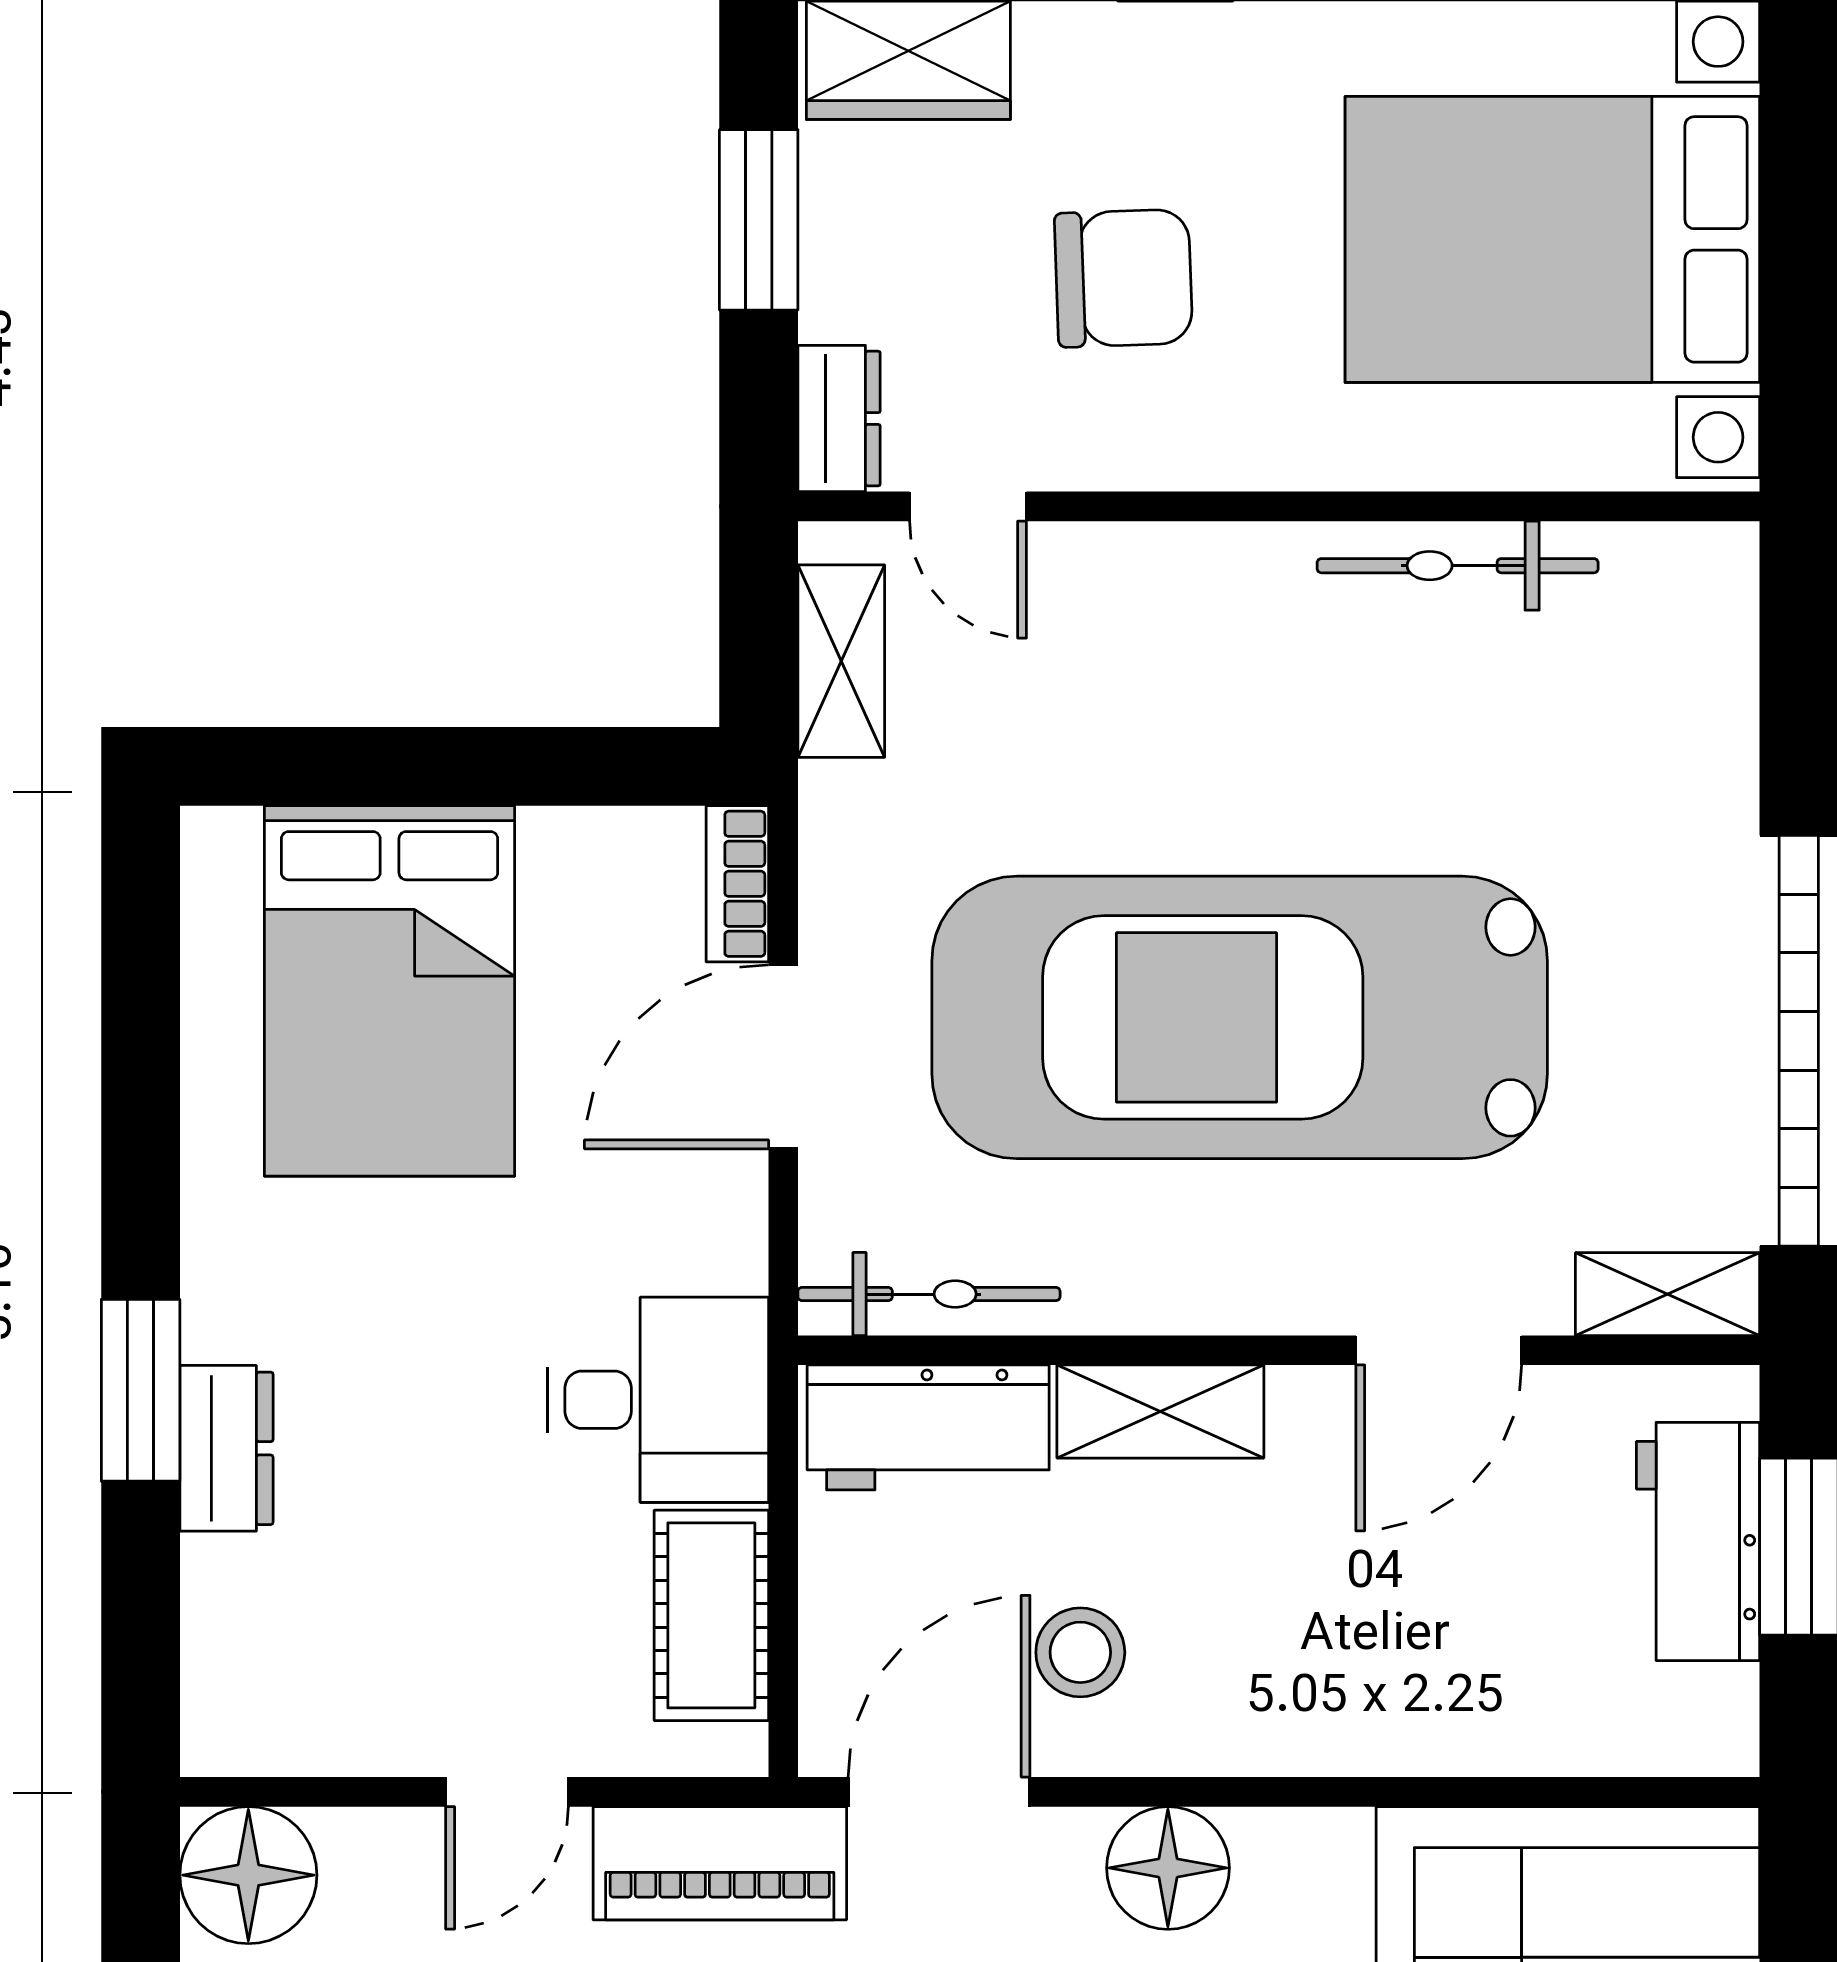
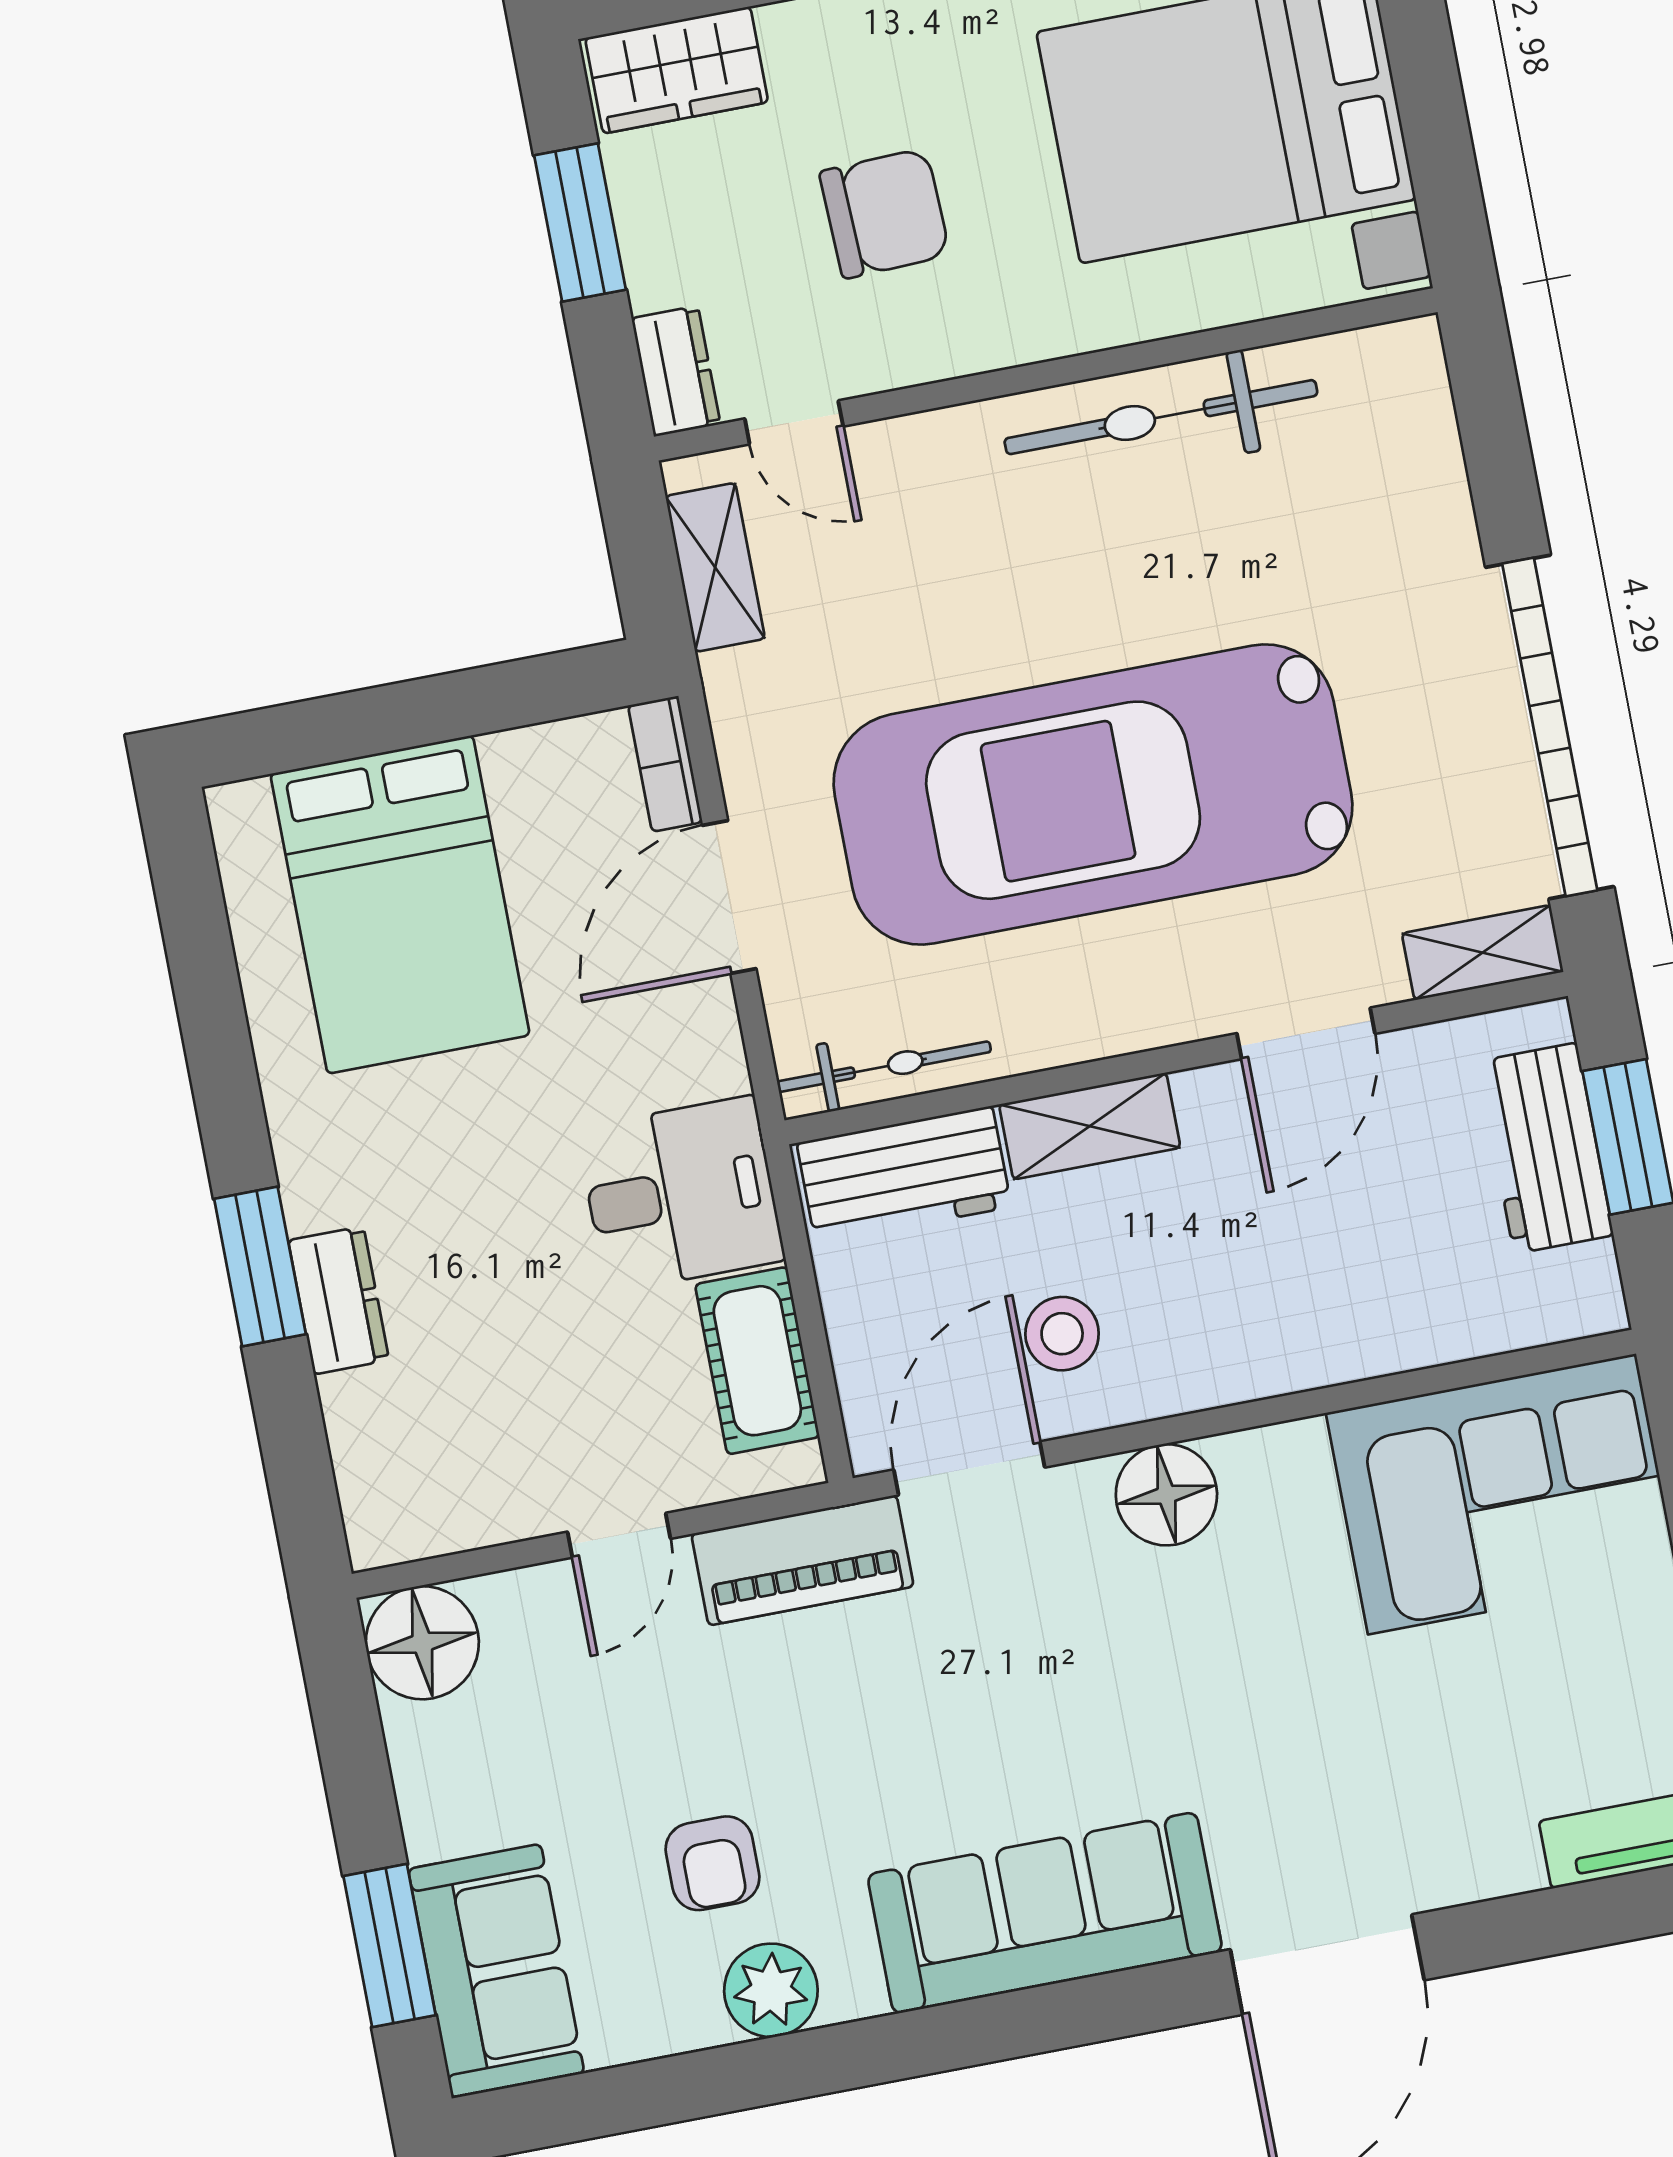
bicycle: (1458, 566) -> (1161, 417), width x1.37, depth x1.40

